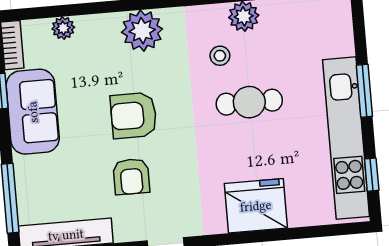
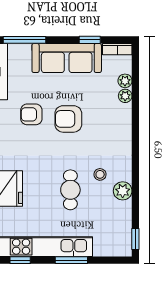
plant: (142, 31) -> (125, 96), moved, width x0.53, depth x0.53
sofa: (33, 112) -> (67, 58), width x1.36
armchair: (134, 115) -> (68, 119), turned -90

